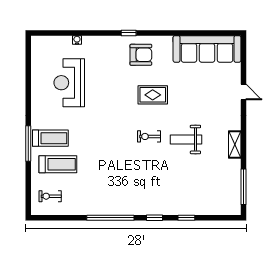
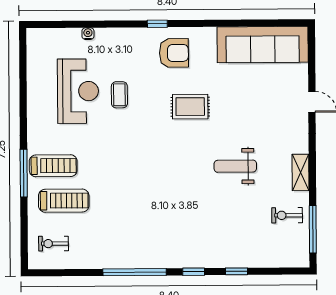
reception desk: (69, 83) -> (78, 91), turned 180
coffee table: (100, 86) -> (119, 95), added
exercise bike: (149, 136) -> (287, 215), moved

